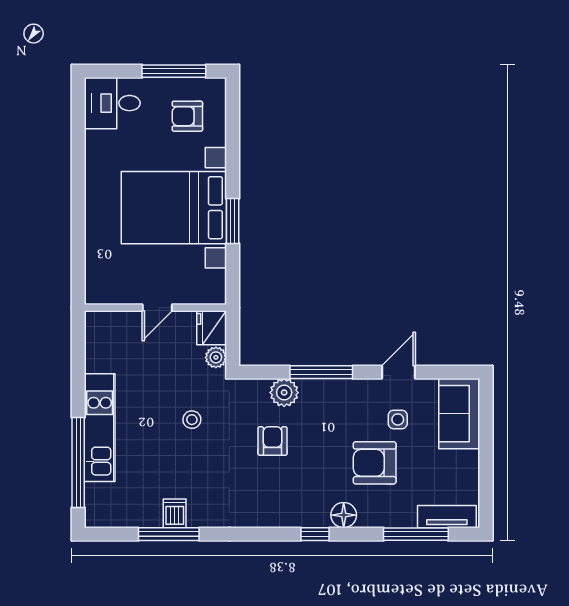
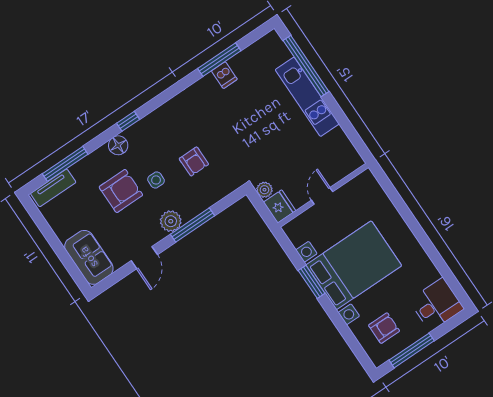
plant: (284, 393) -> (171, 221), moved
side table: (398, 419) -> (156, 180), moved
stool: (192, 420) -> (253, 141), removed

